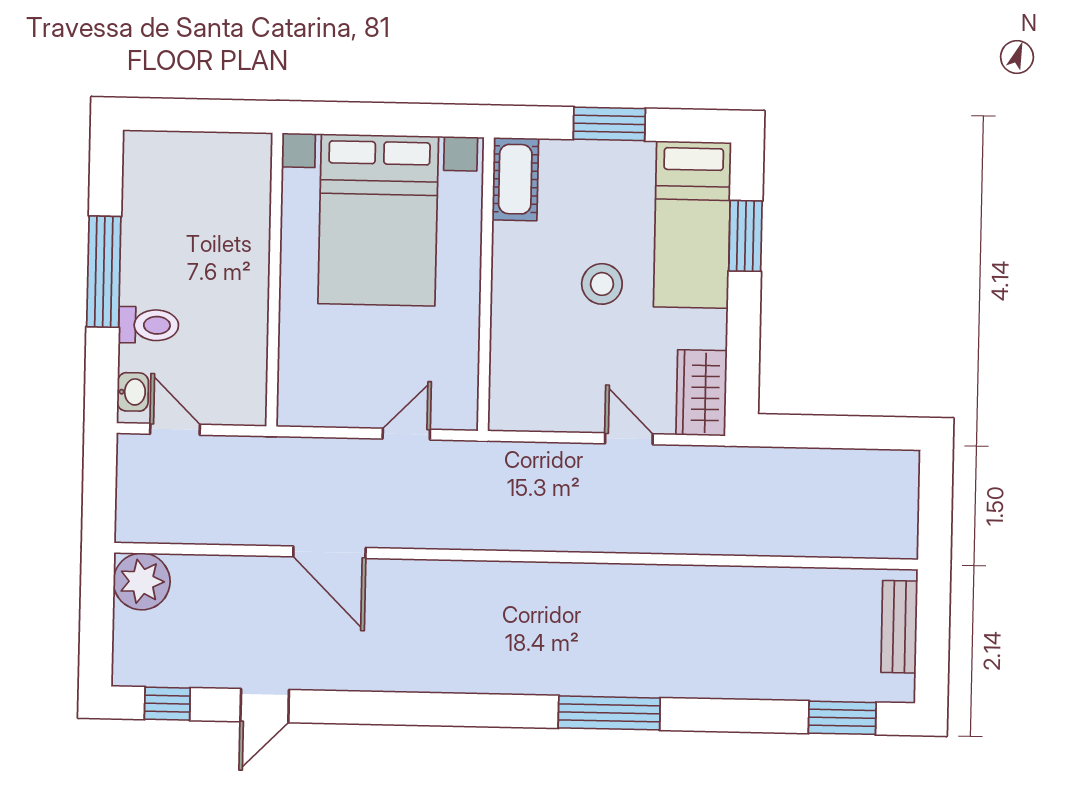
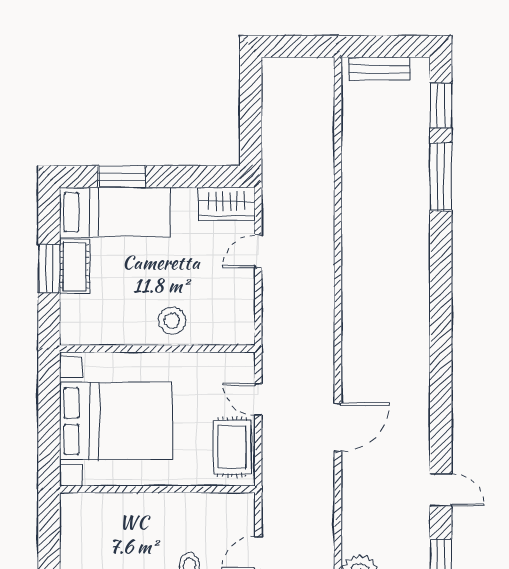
cot: (515, 179) -> (75, 266), moved, turned 90
stool: (602, 284) -> (172, 321), moved
rug: (336, 393) -> (232, 447), added
door: (329, 552) -> (338, 428), moved
window: (609, 713) -> (441, 177), moved

